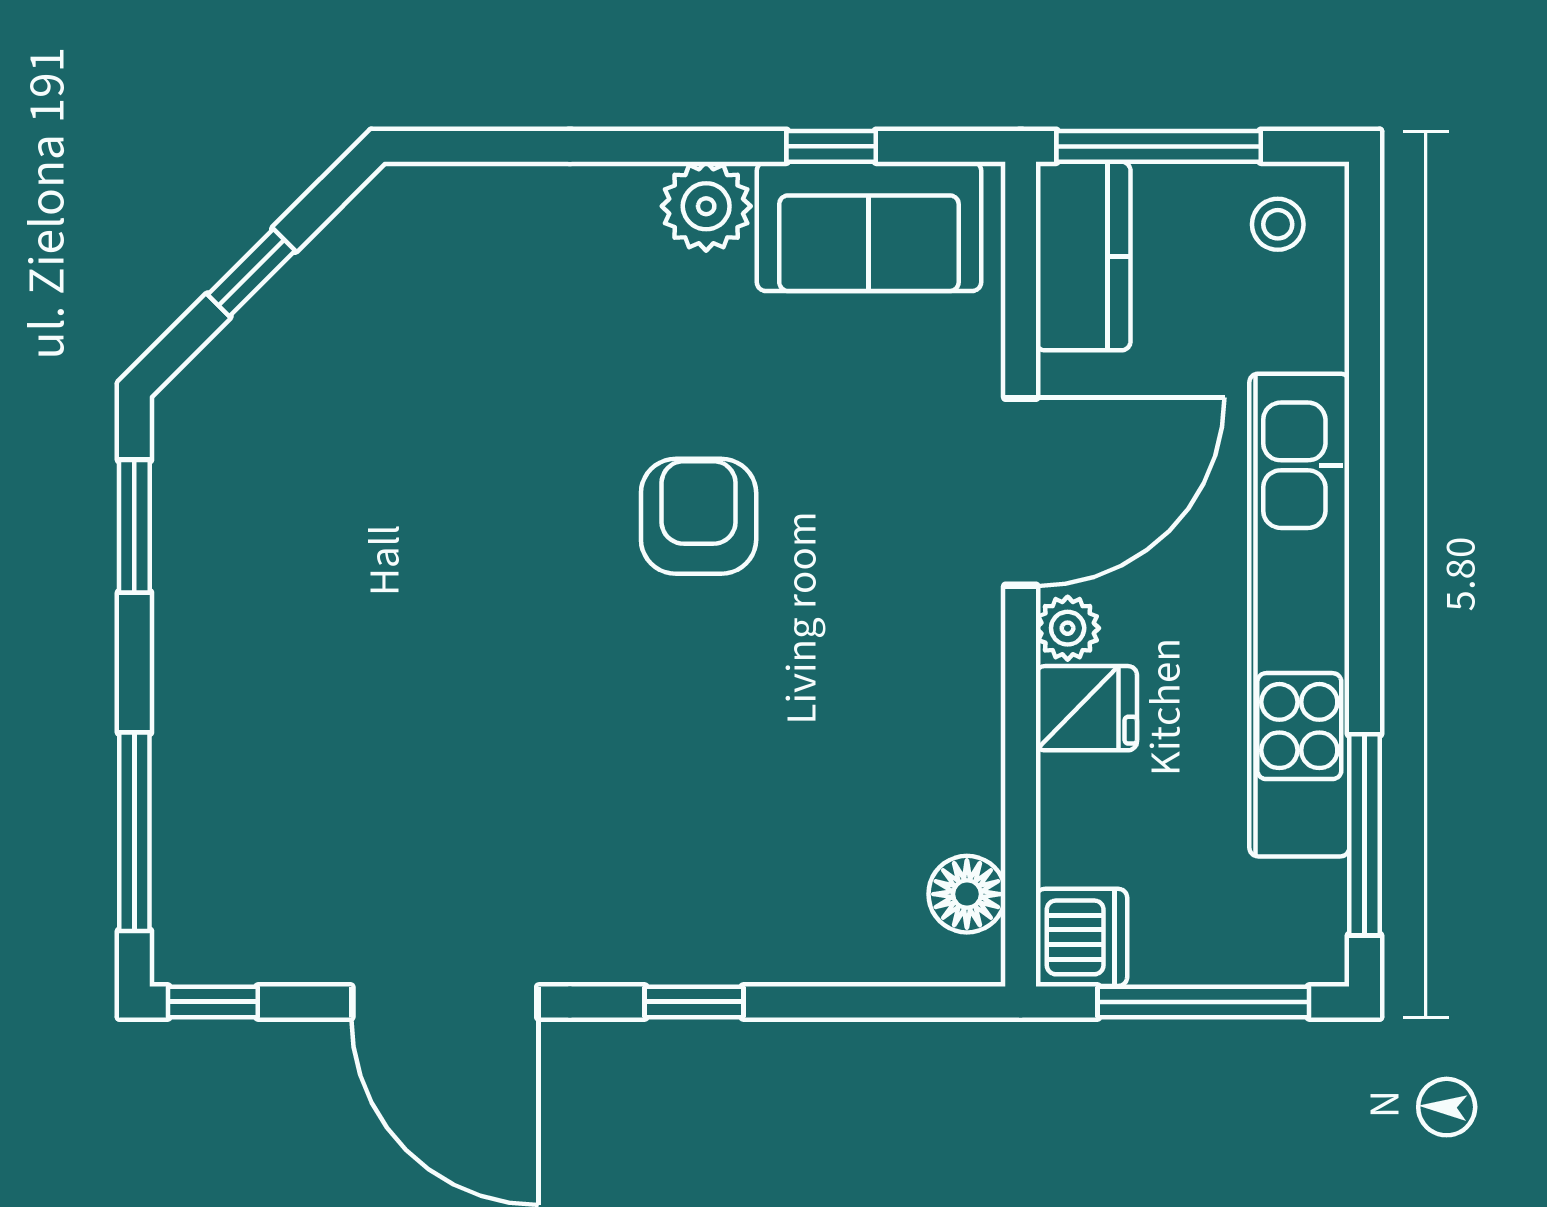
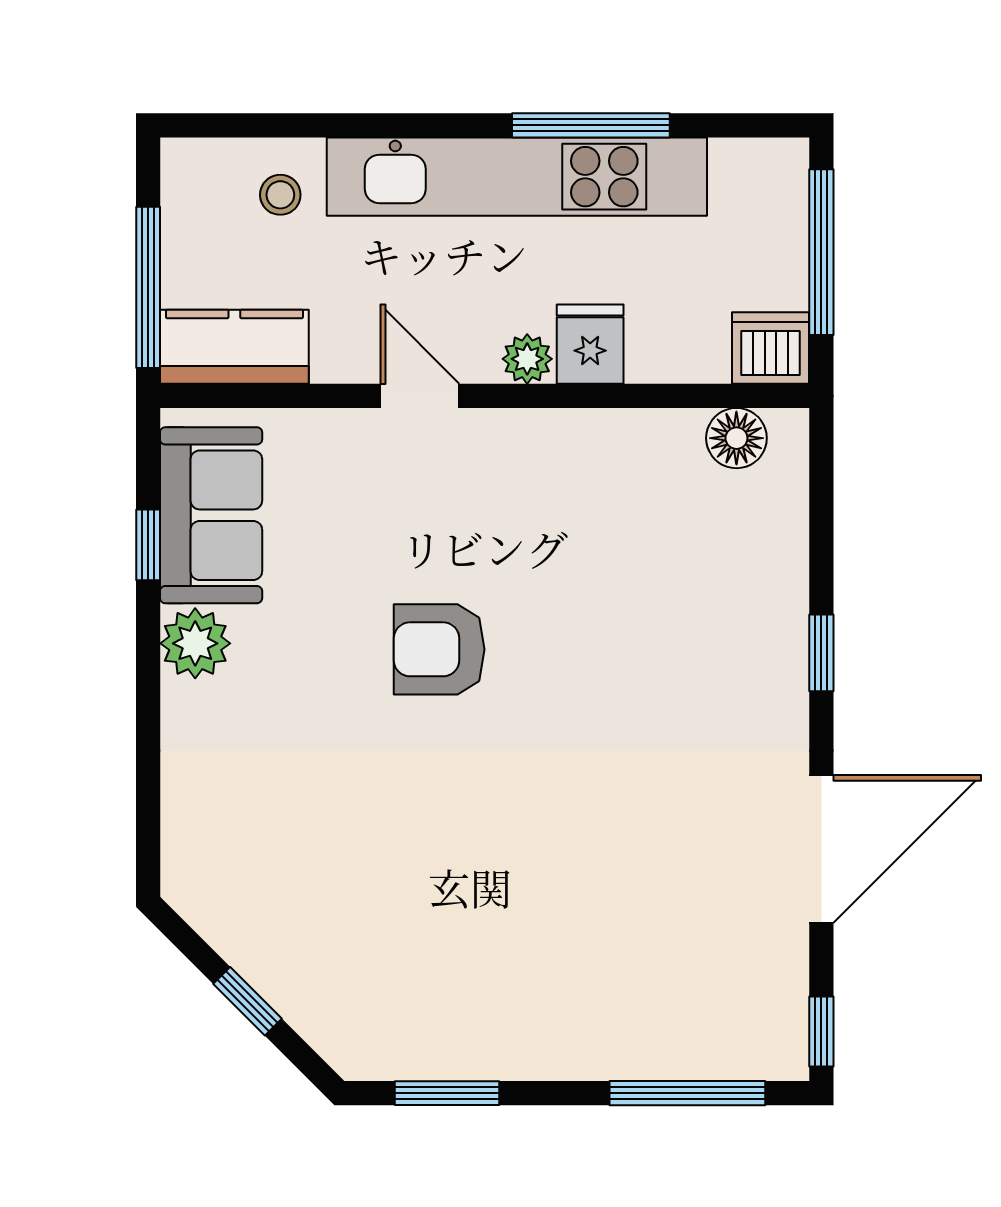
stool: (1278, 224) -> (280, 195), moved
door: (1021, 492) -> (420, 396), width x0.53
window: (1364, 835) -> (591, 125), moved

